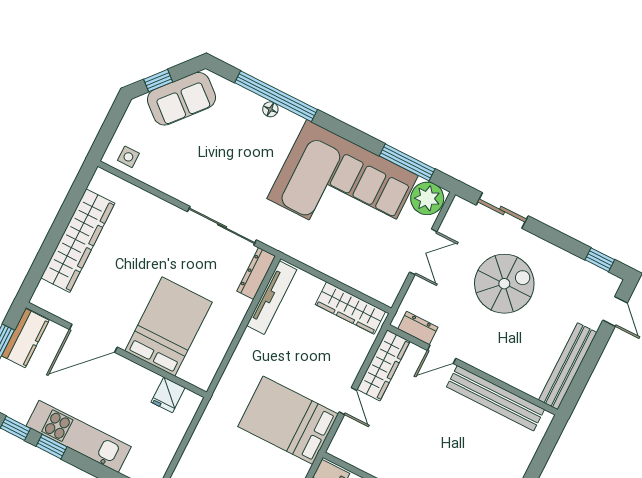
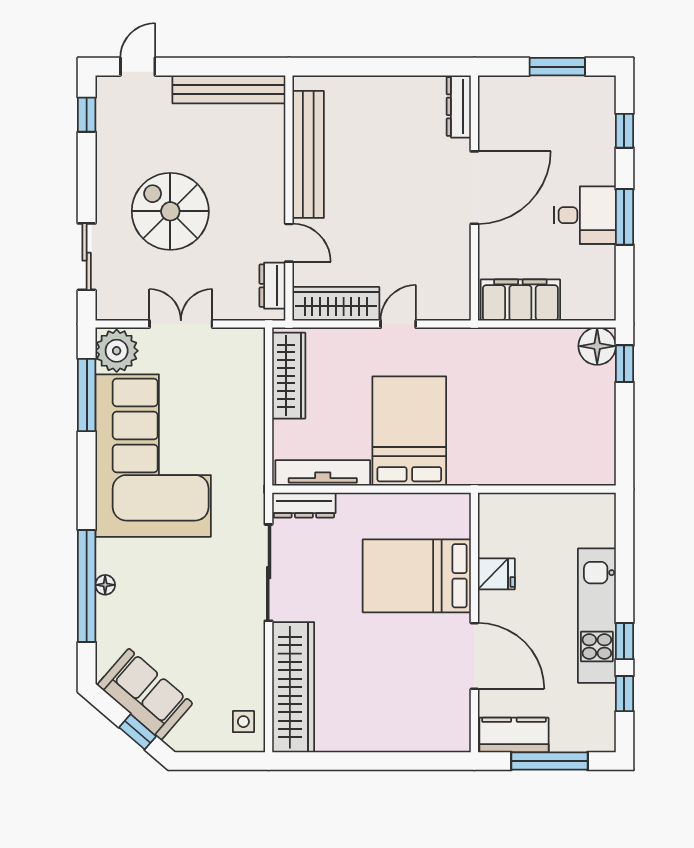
wardrobe: (78, 241) -> (293, 687), moved, turned 90
fridge: (168, 395) -> (496, 574), moved
bed: (288, 420) -> (409, 431), moved, turned 180

